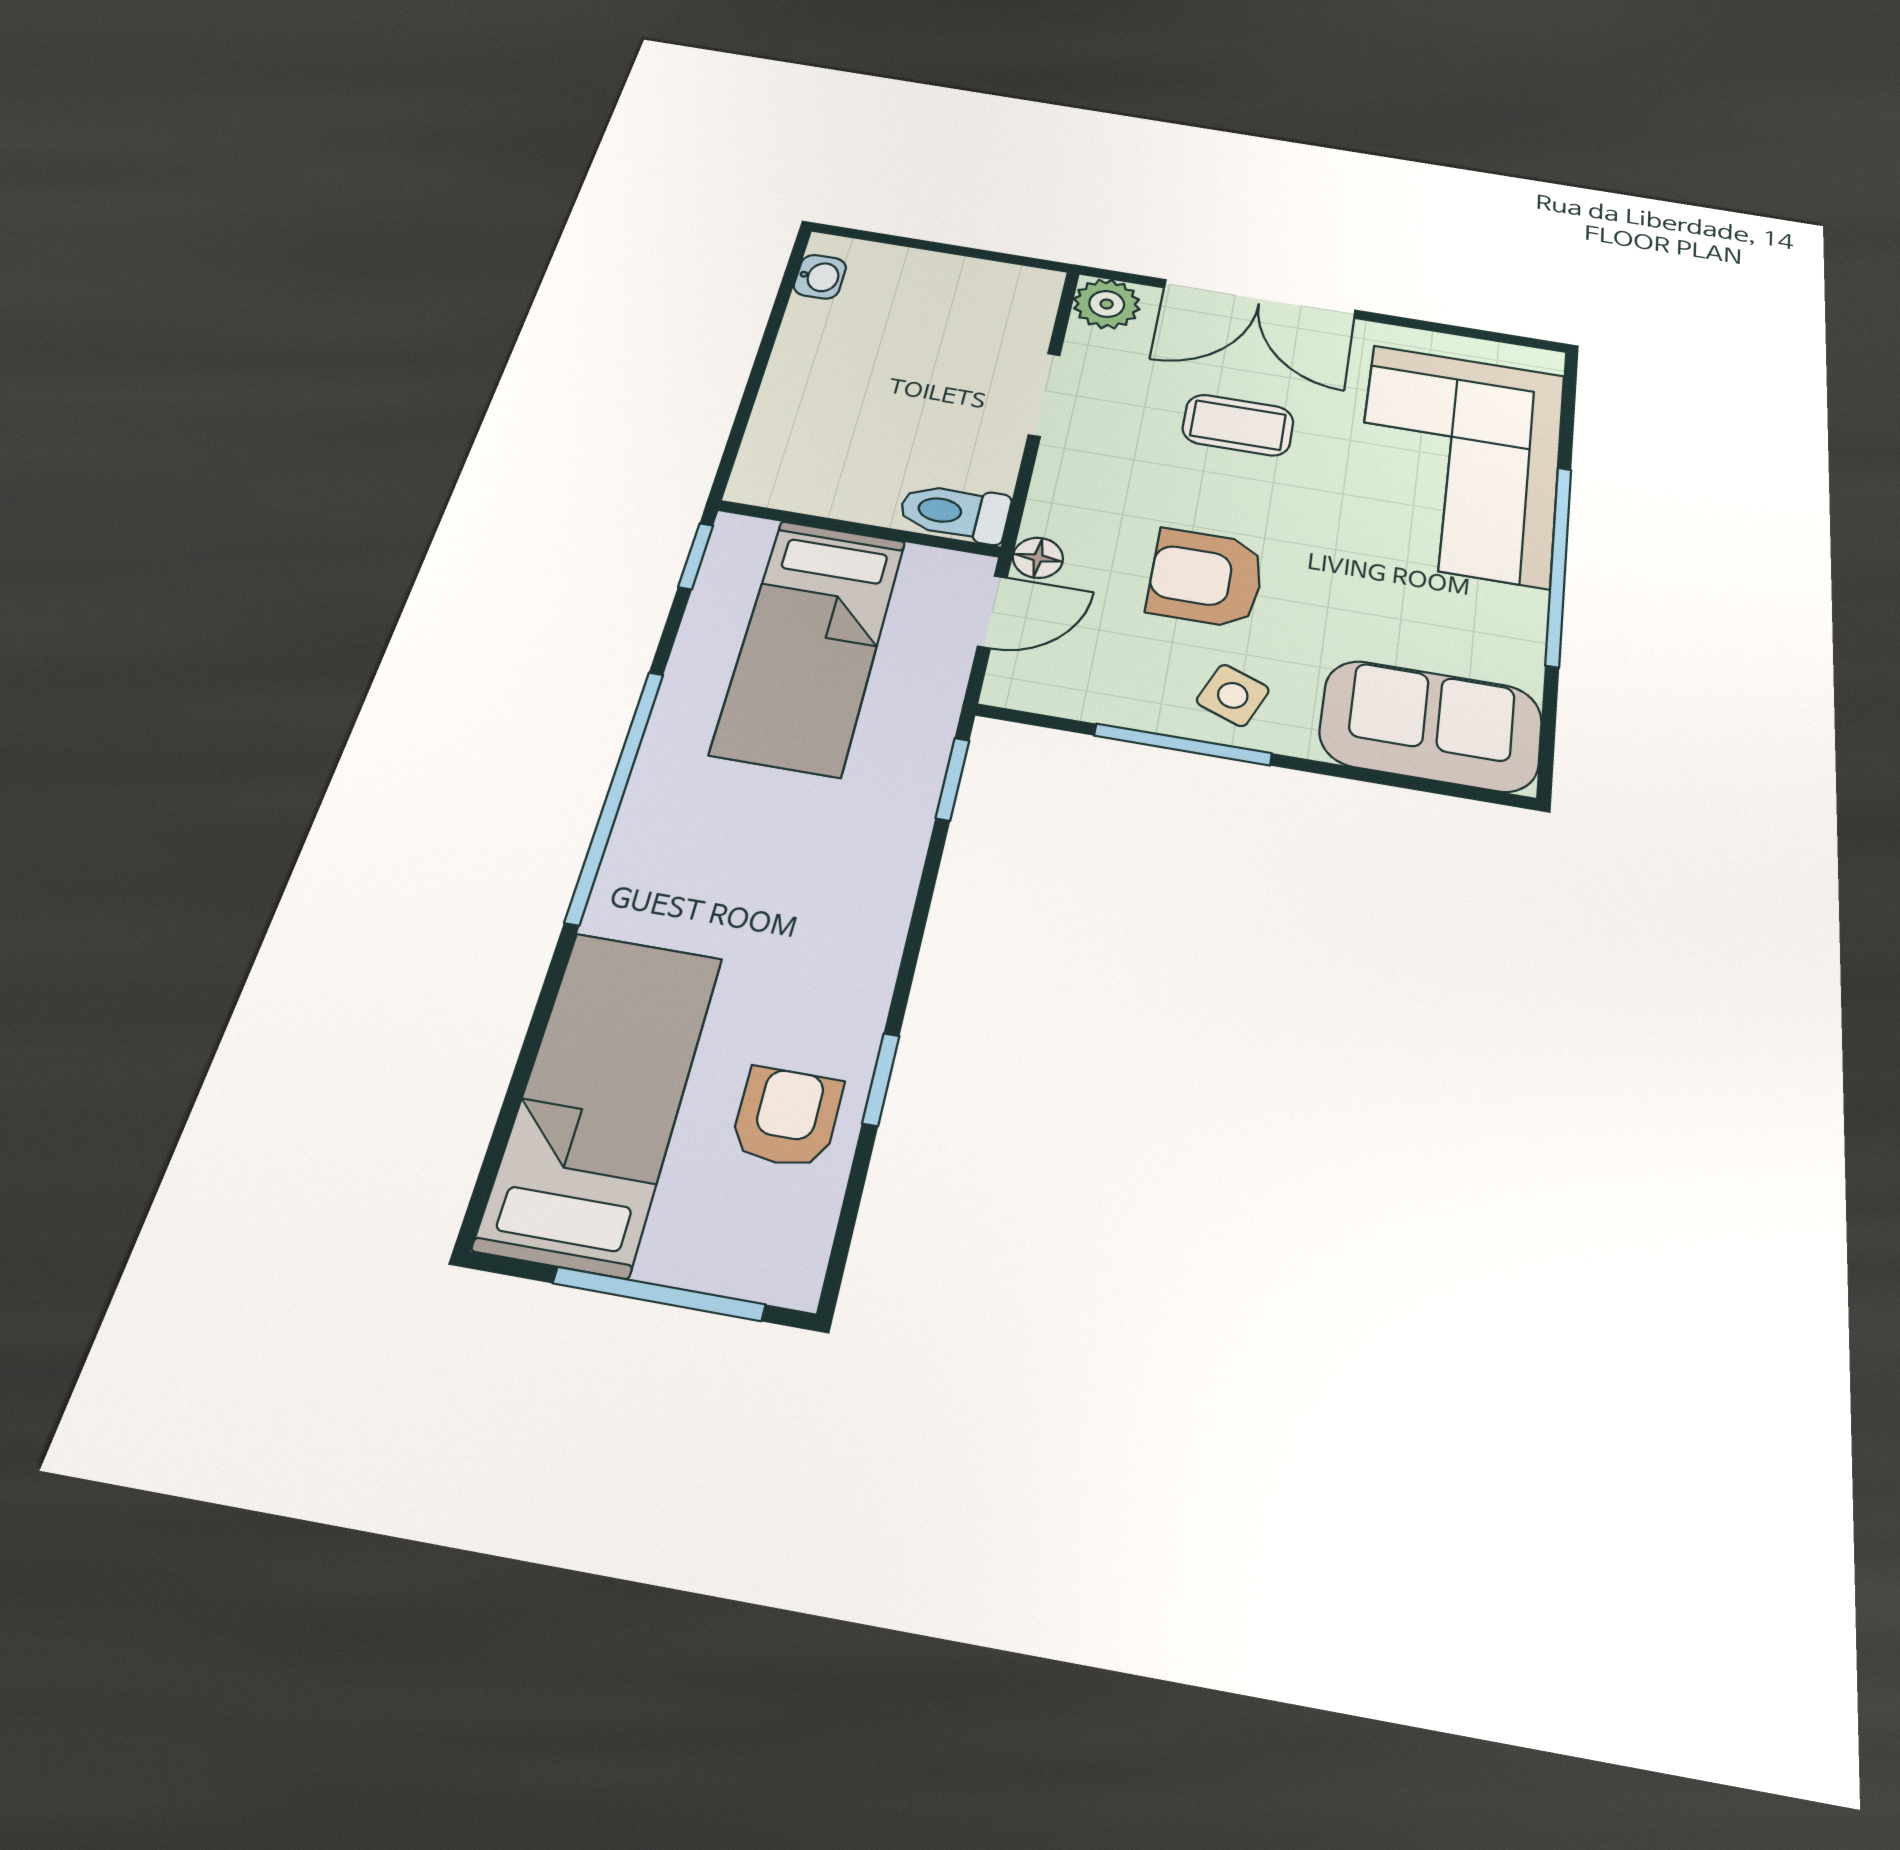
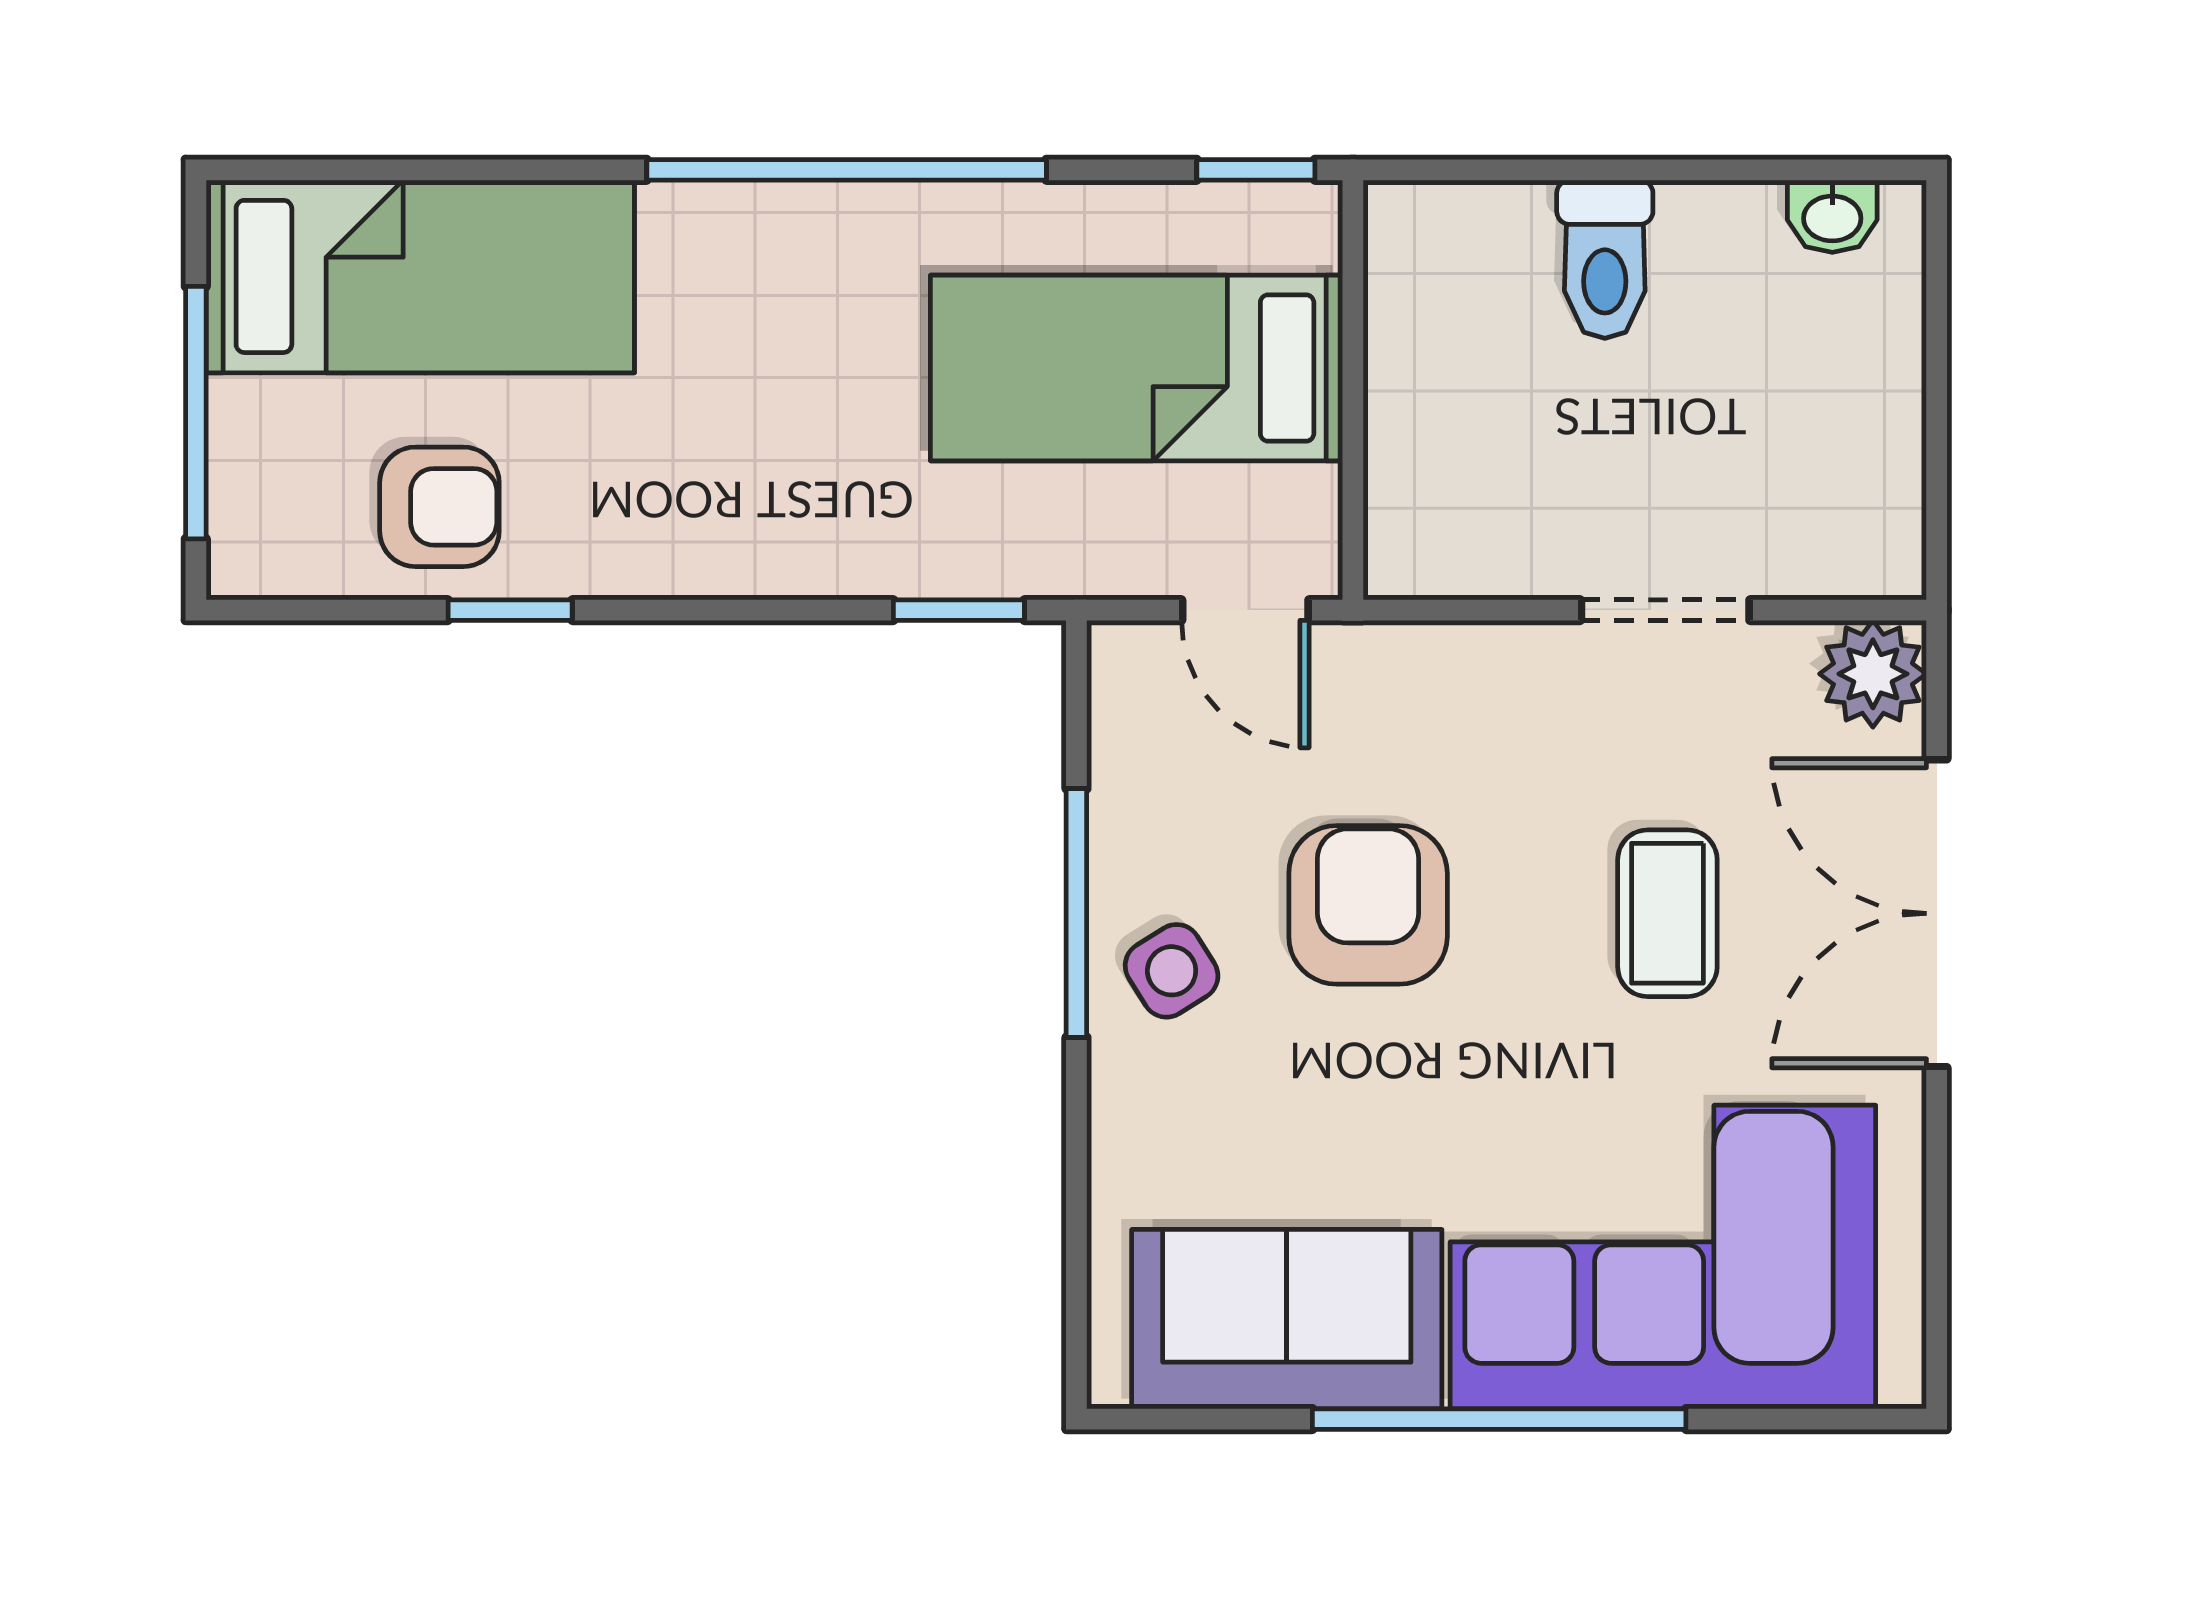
toilet: (955, 512) -> (1605, 259), moved, turned 180
floor lamp: (1038, 558) -> (1354, 657), removed
side table: (1233, 695) -> (1172, 971), turned 36
sofa: (1431, 726) -> (1287, 1319), moved, turned -90

